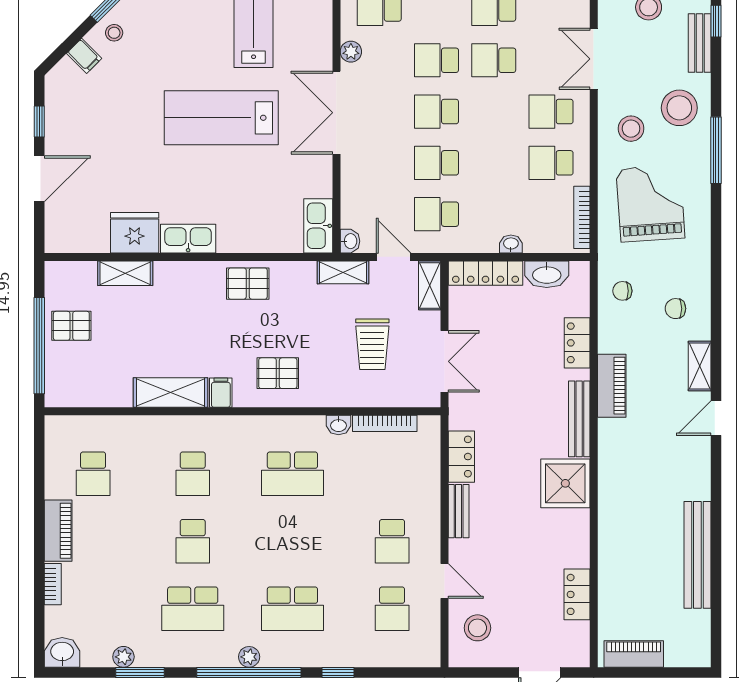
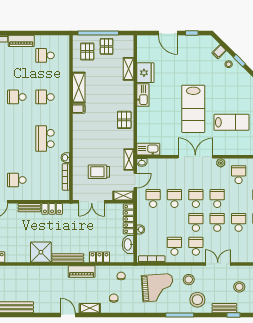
school desk: (494, 112) -> (196, 222), added
lab bench: (221, 118) -> (193, 109), turned 180
pallet: (278, 373) -> (87, 51), moved

